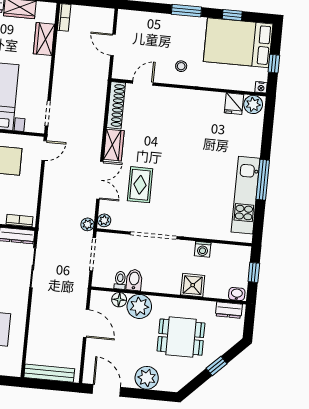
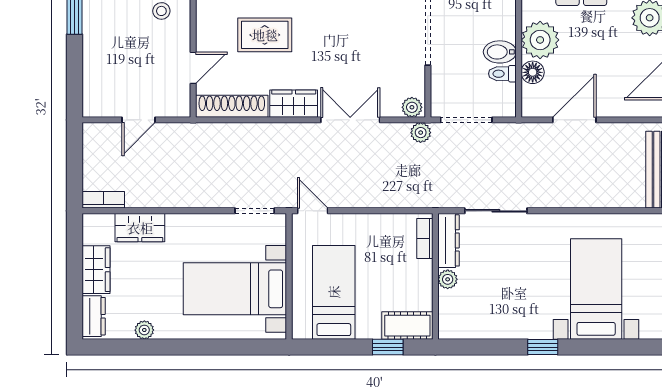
door: (143, 83) -> (193, 68), swing flipped
rug: (140, 185) -> (265, 35), moved

